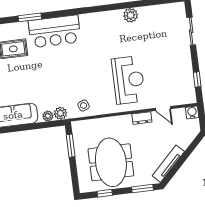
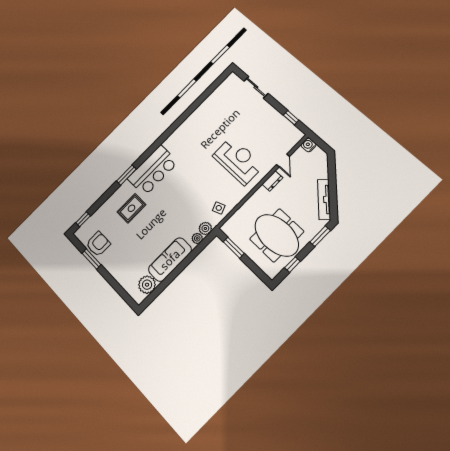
plant: (131, 15) -> (201, 113), removed
door: (163, 109) -> (283, 160), hinge flipped

